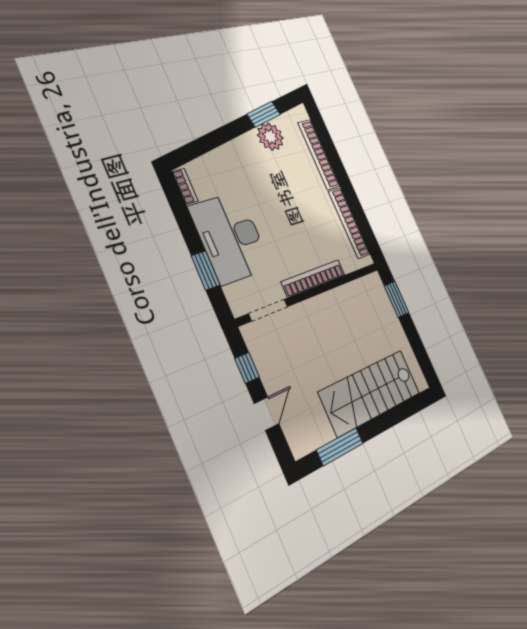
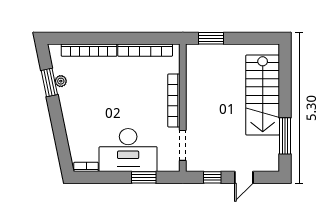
plant: (270, 137) -> (61, 81), width x0.53, depth x0.53
door: (267, 414) -> (244, 177), swing flipped

